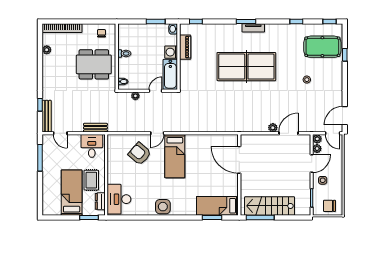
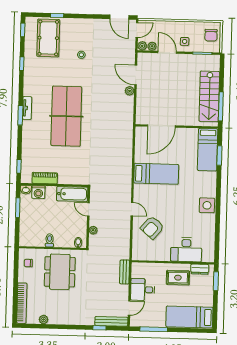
washing machine: (171, 52) -> (38, 192), moved
desk: (92, 146) -> (143, 290), moved
bed: (175, 156) -> (156, 174), moved
bed: (72, 193) -> (189, 317), moved
desk: (119, 199) -> (186, 250), moved

